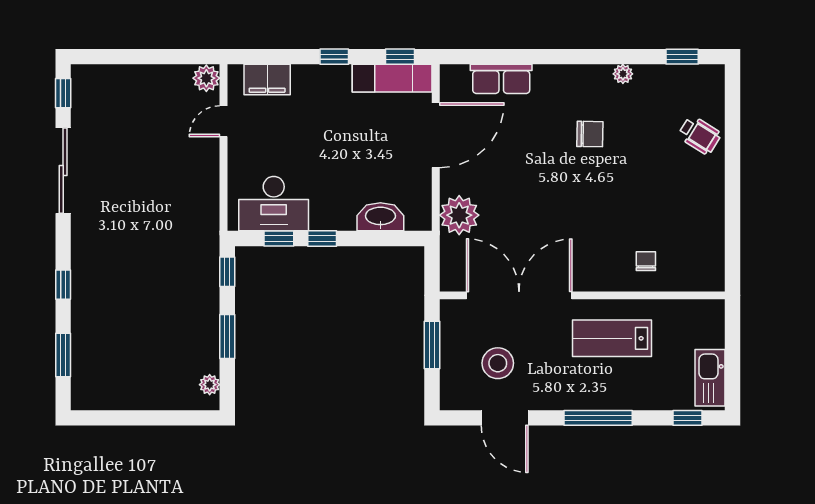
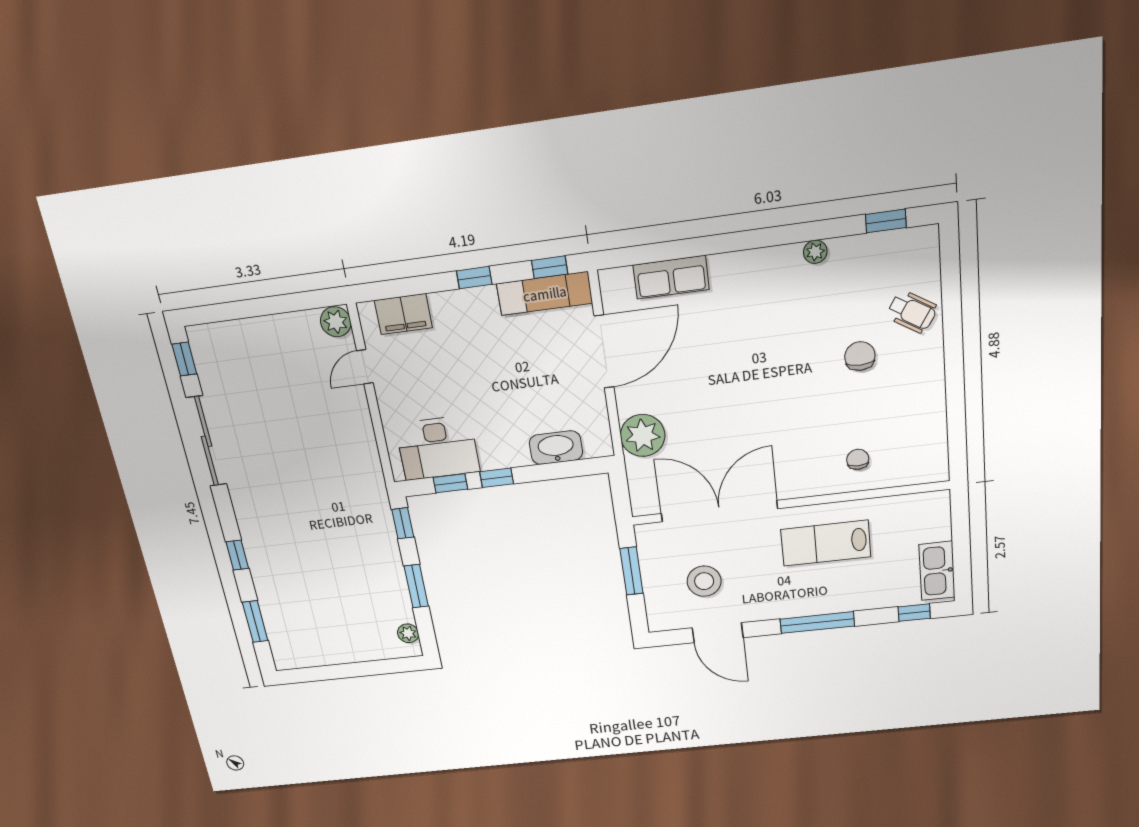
chair: (590, 134) -> (860, 356), moved, turned -91

